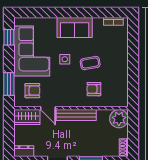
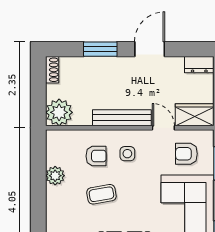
side table: (65, 59) -> (127, 154), moved
plant: (122, 76) -> (55, 176), added

